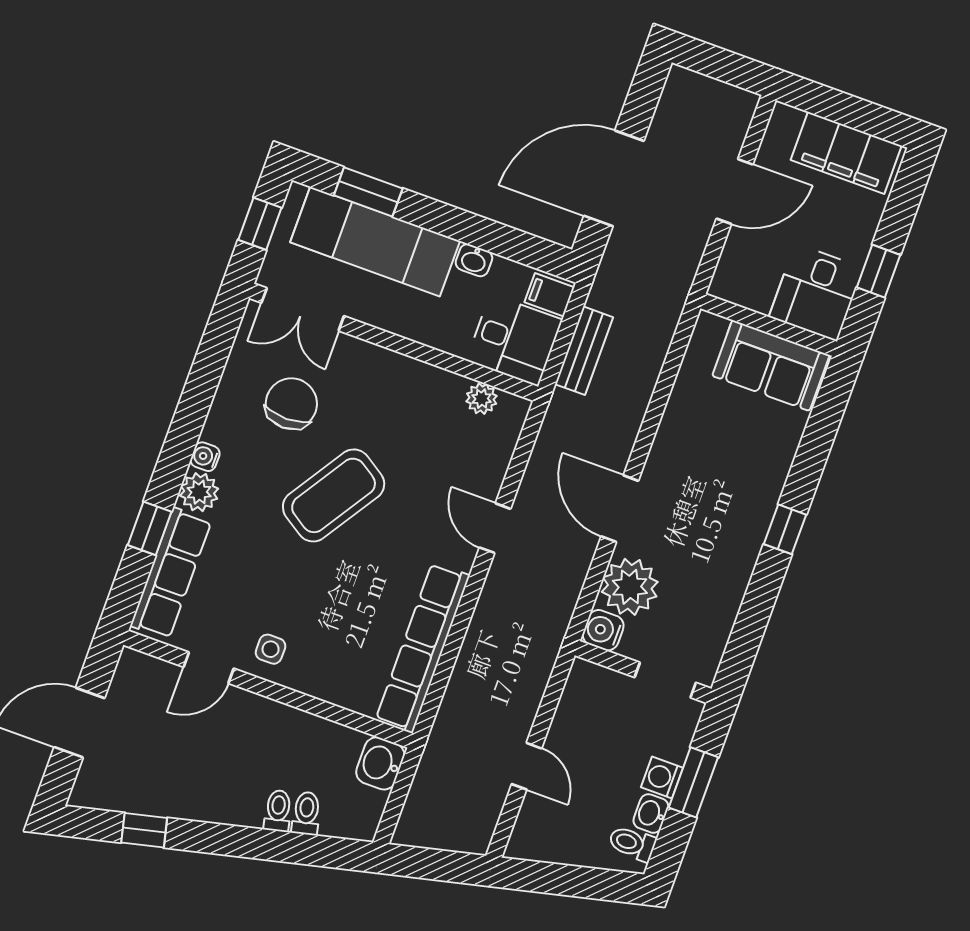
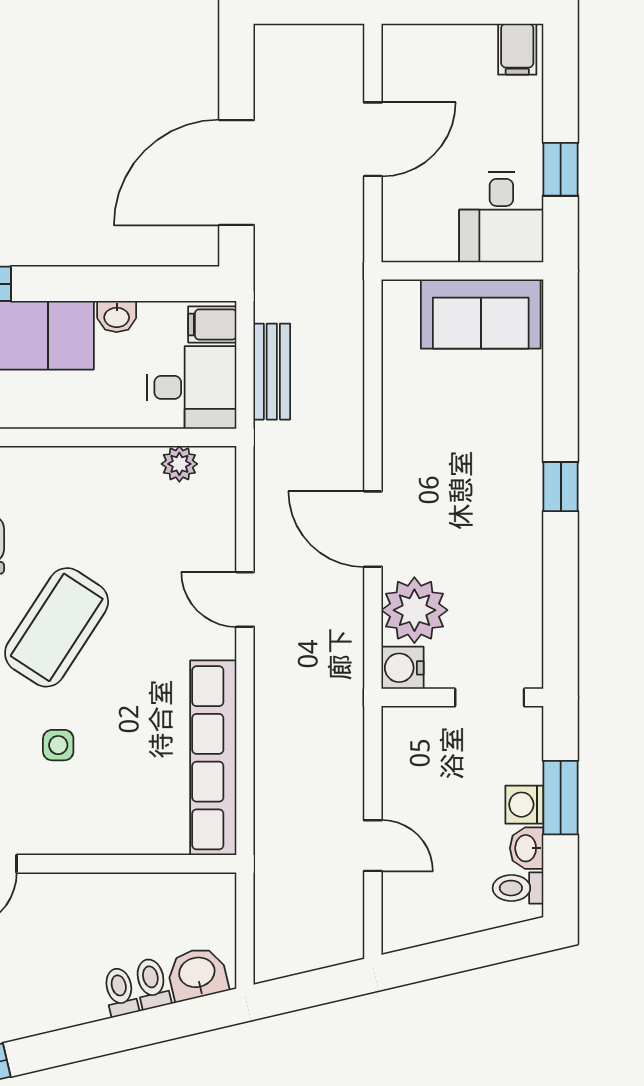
filing cabinet: (846, 153) -> (517, 49), width x0.33, depth x0.86
side table: (271, 649) -> (58, 745), moved
washbasin: (380, 763) -> (197, 974), moved, turned 77

